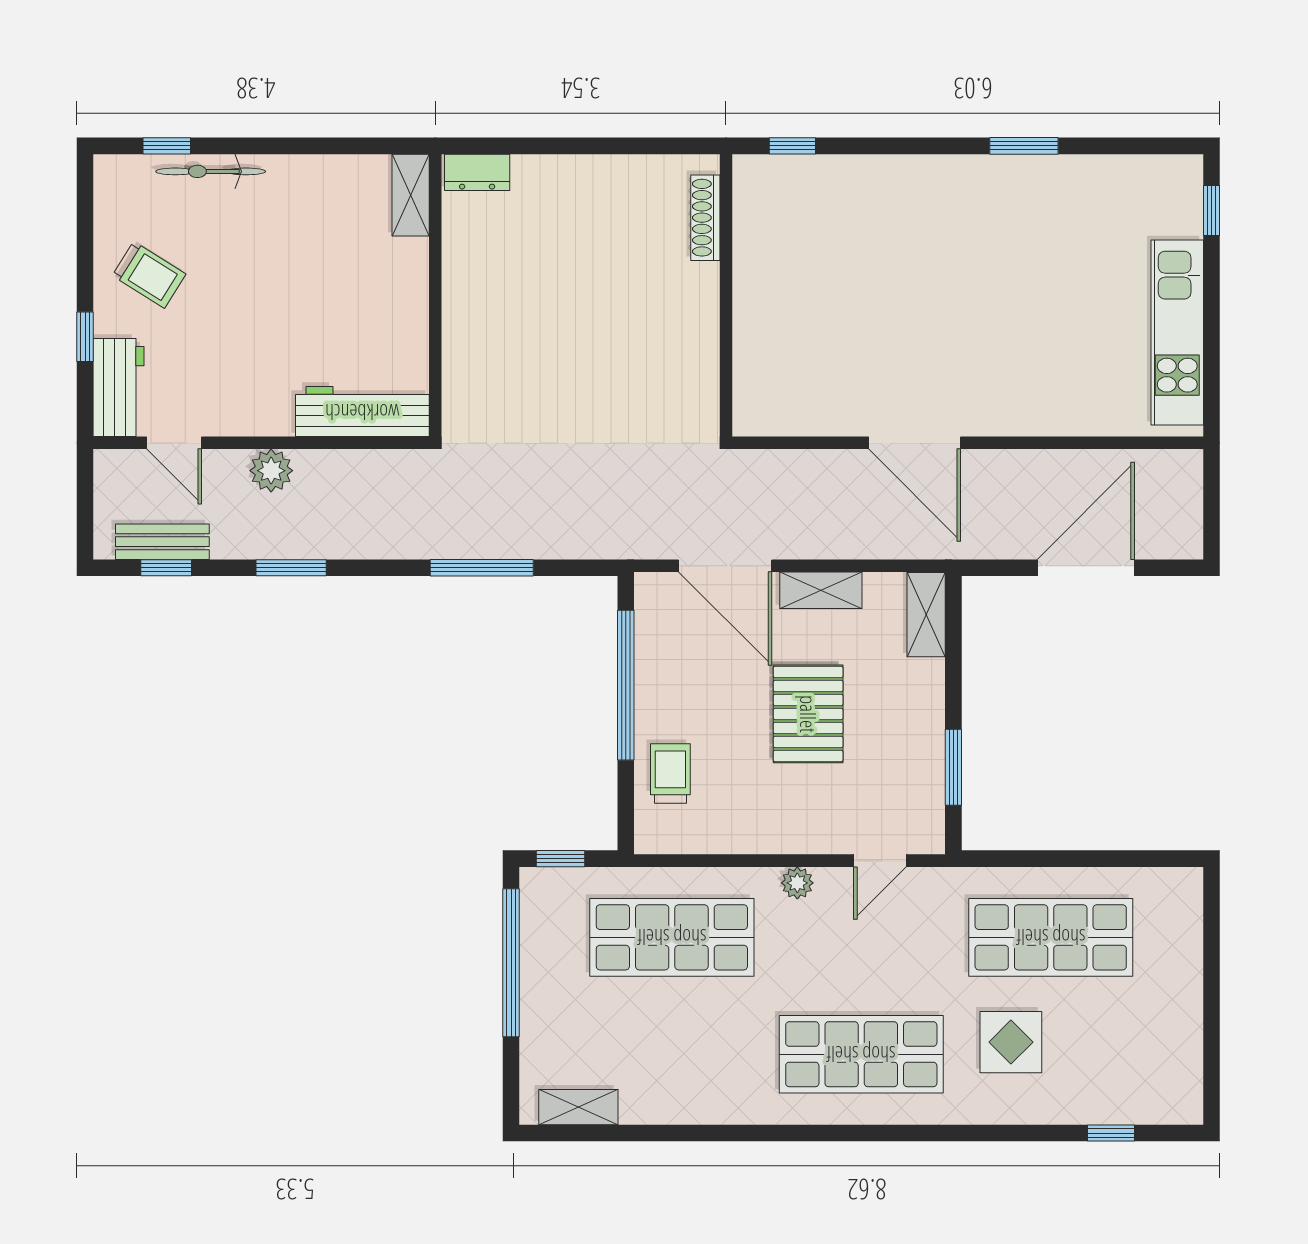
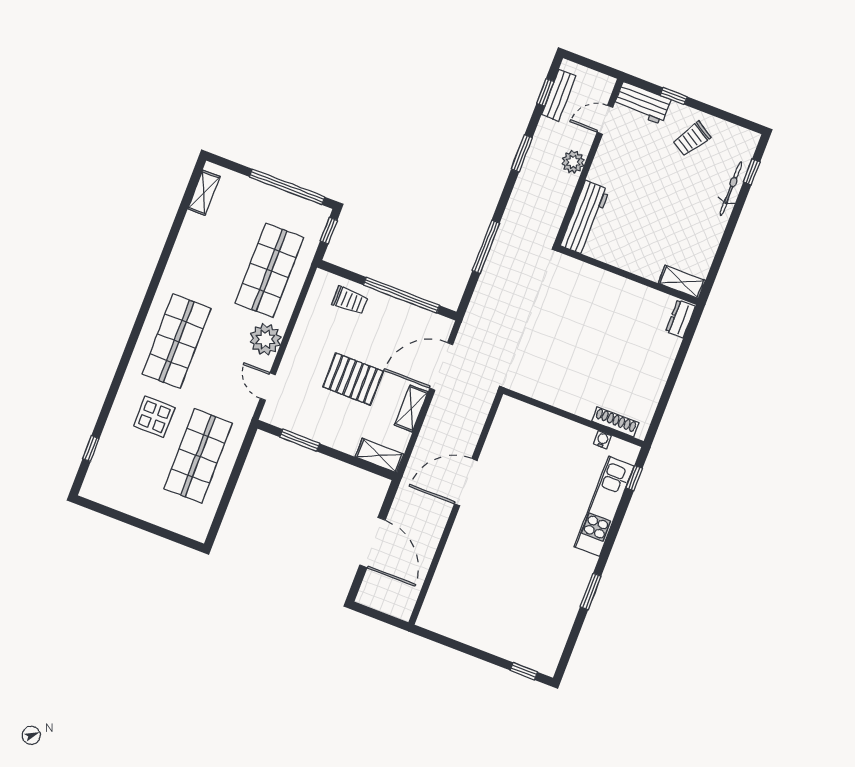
water cooler: (746, 228) -> (602, 440), added
kitchen unit: (1177, 333) -> (604, 506), moved, turned -90
plant: (797, 883) -> (265, 339), width x1.88, depth x1.88

